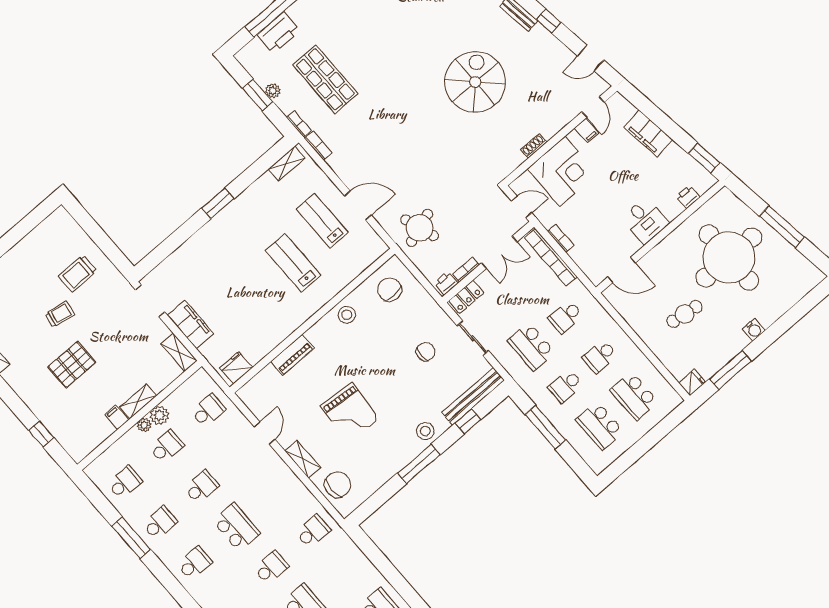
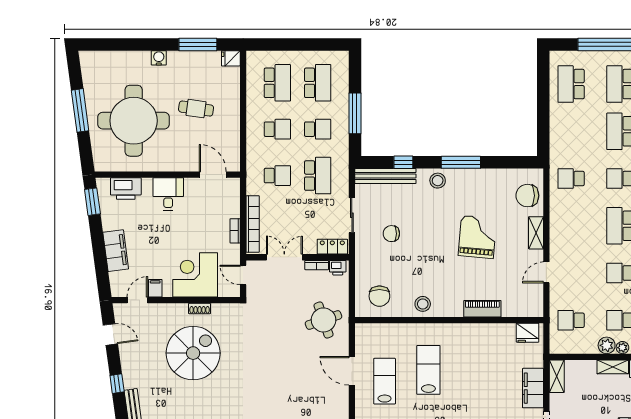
spiral stairs: (475, 82) -> (193, 353), moved, turned 180
printer: (688, 197) -> (126, 189), width x1.87, depth x1.48
lab bench: (322, 221) -> (385, 381), turned 180
lab bench: (293, 263) -> (428, 370), turned 180

